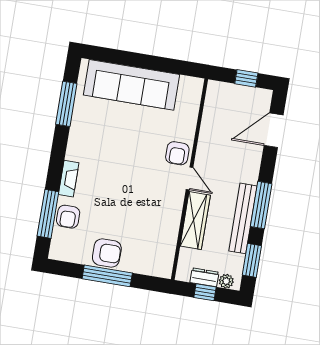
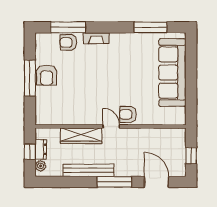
door: (190, 178) -> (111, 126), swing flipped
window: (261, 205) -> (114, 182), moved
window: (252, 260) -> (59, 182), removed

